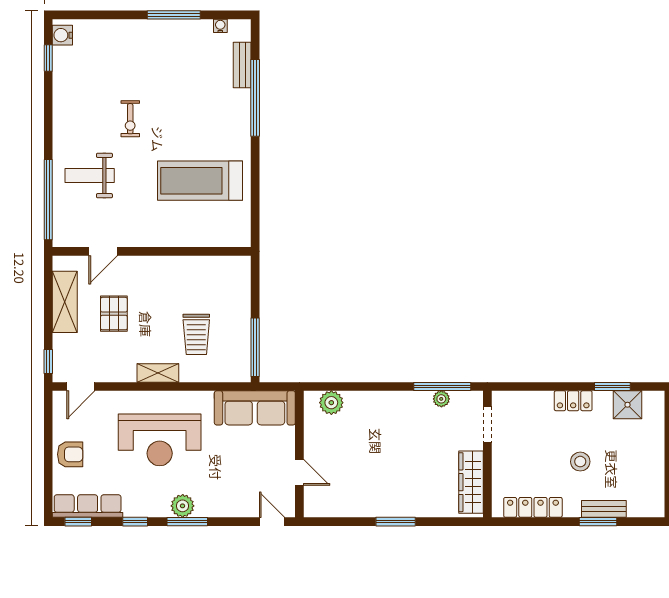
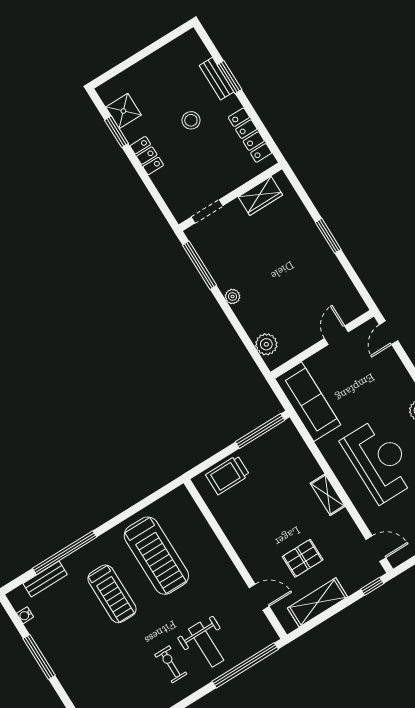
treadmill: (190, 118) -> (112, 594), added
exercise bike: (130, 119) -> (171, 664), moved, turned -90
trolley: (196, 334) -> (228, 475), moved, turned 180
plant: (441, 399) -> (232, 296), moved
wardrobe: (471, 482) -> (260, 196), width x0.67

